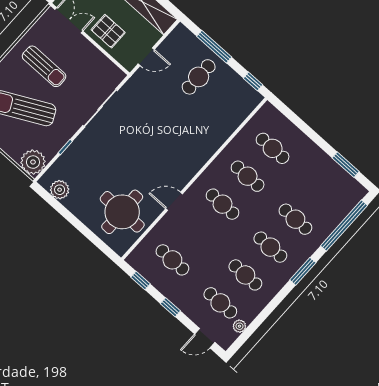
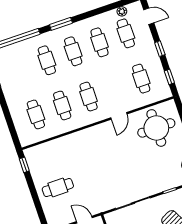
window: (214, 47) -> (37, 202), removed
door: (174, 201) -> (119, 116), hinge flipped

